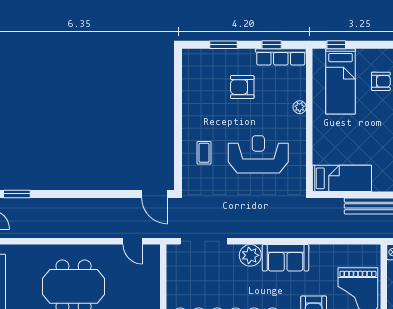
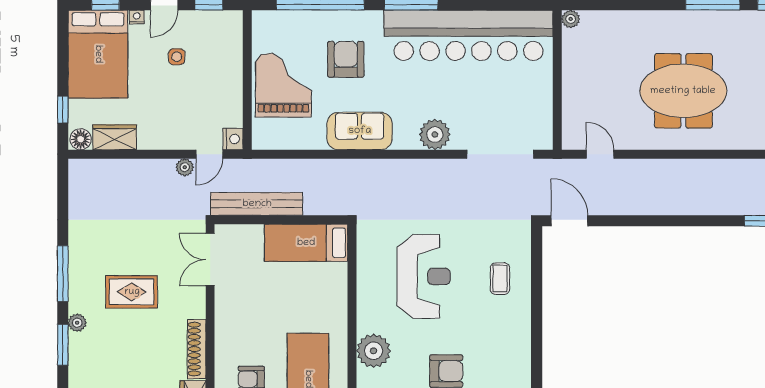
plant: (300, 107) -> (374, 351), width x1.87, depth x1.87
reception desk: (258, 154) -> (424, 276), turned -90
sofa: (286, 258) -> (360, 131), moved

